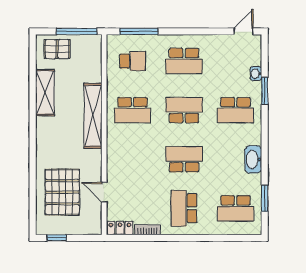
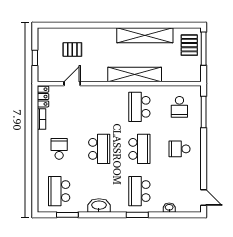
window: (77, 31) -> (204, 49), moved
school desk: (184, 61) -> (179, 149), width x0.54
window: (265, 91) -> (137, 215), moved
shelving: (45, 92) -> (145, 35), width x1.47
pallet: (62, 192) -> (72, 49), width x0.49, depth x0.50
school desk: (184, 208) -> (59, 149), width x0.54
window: (57, 238) -> (35, 58), moved

